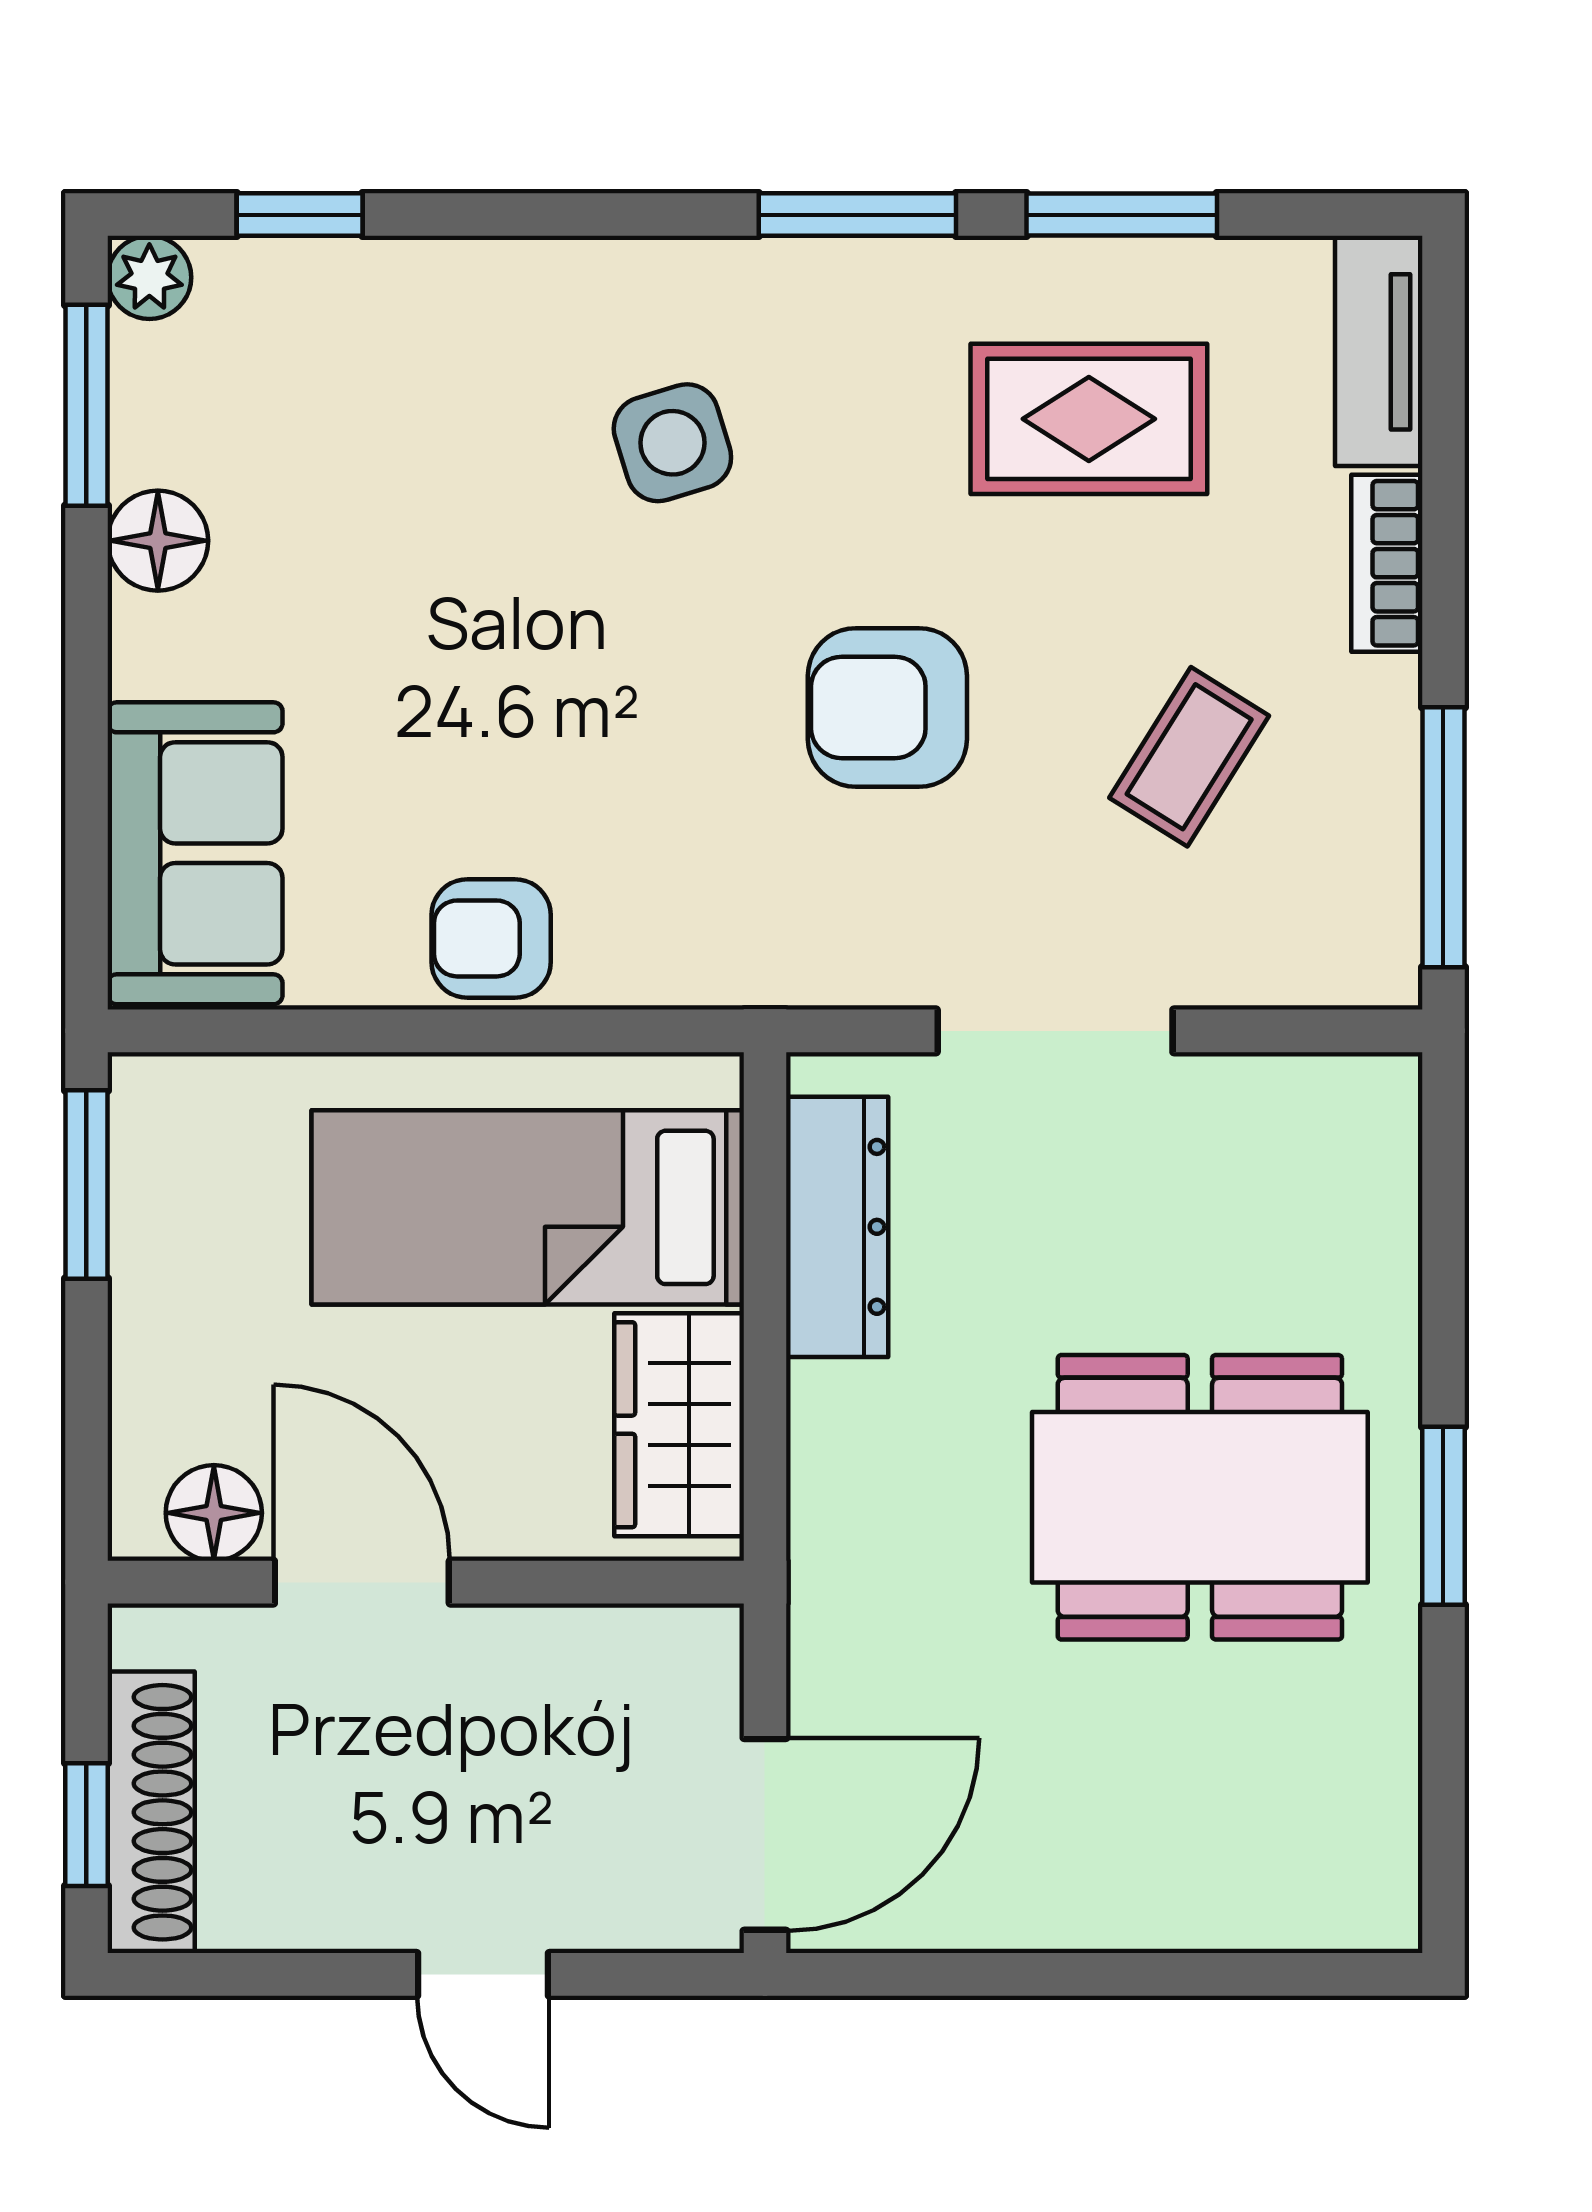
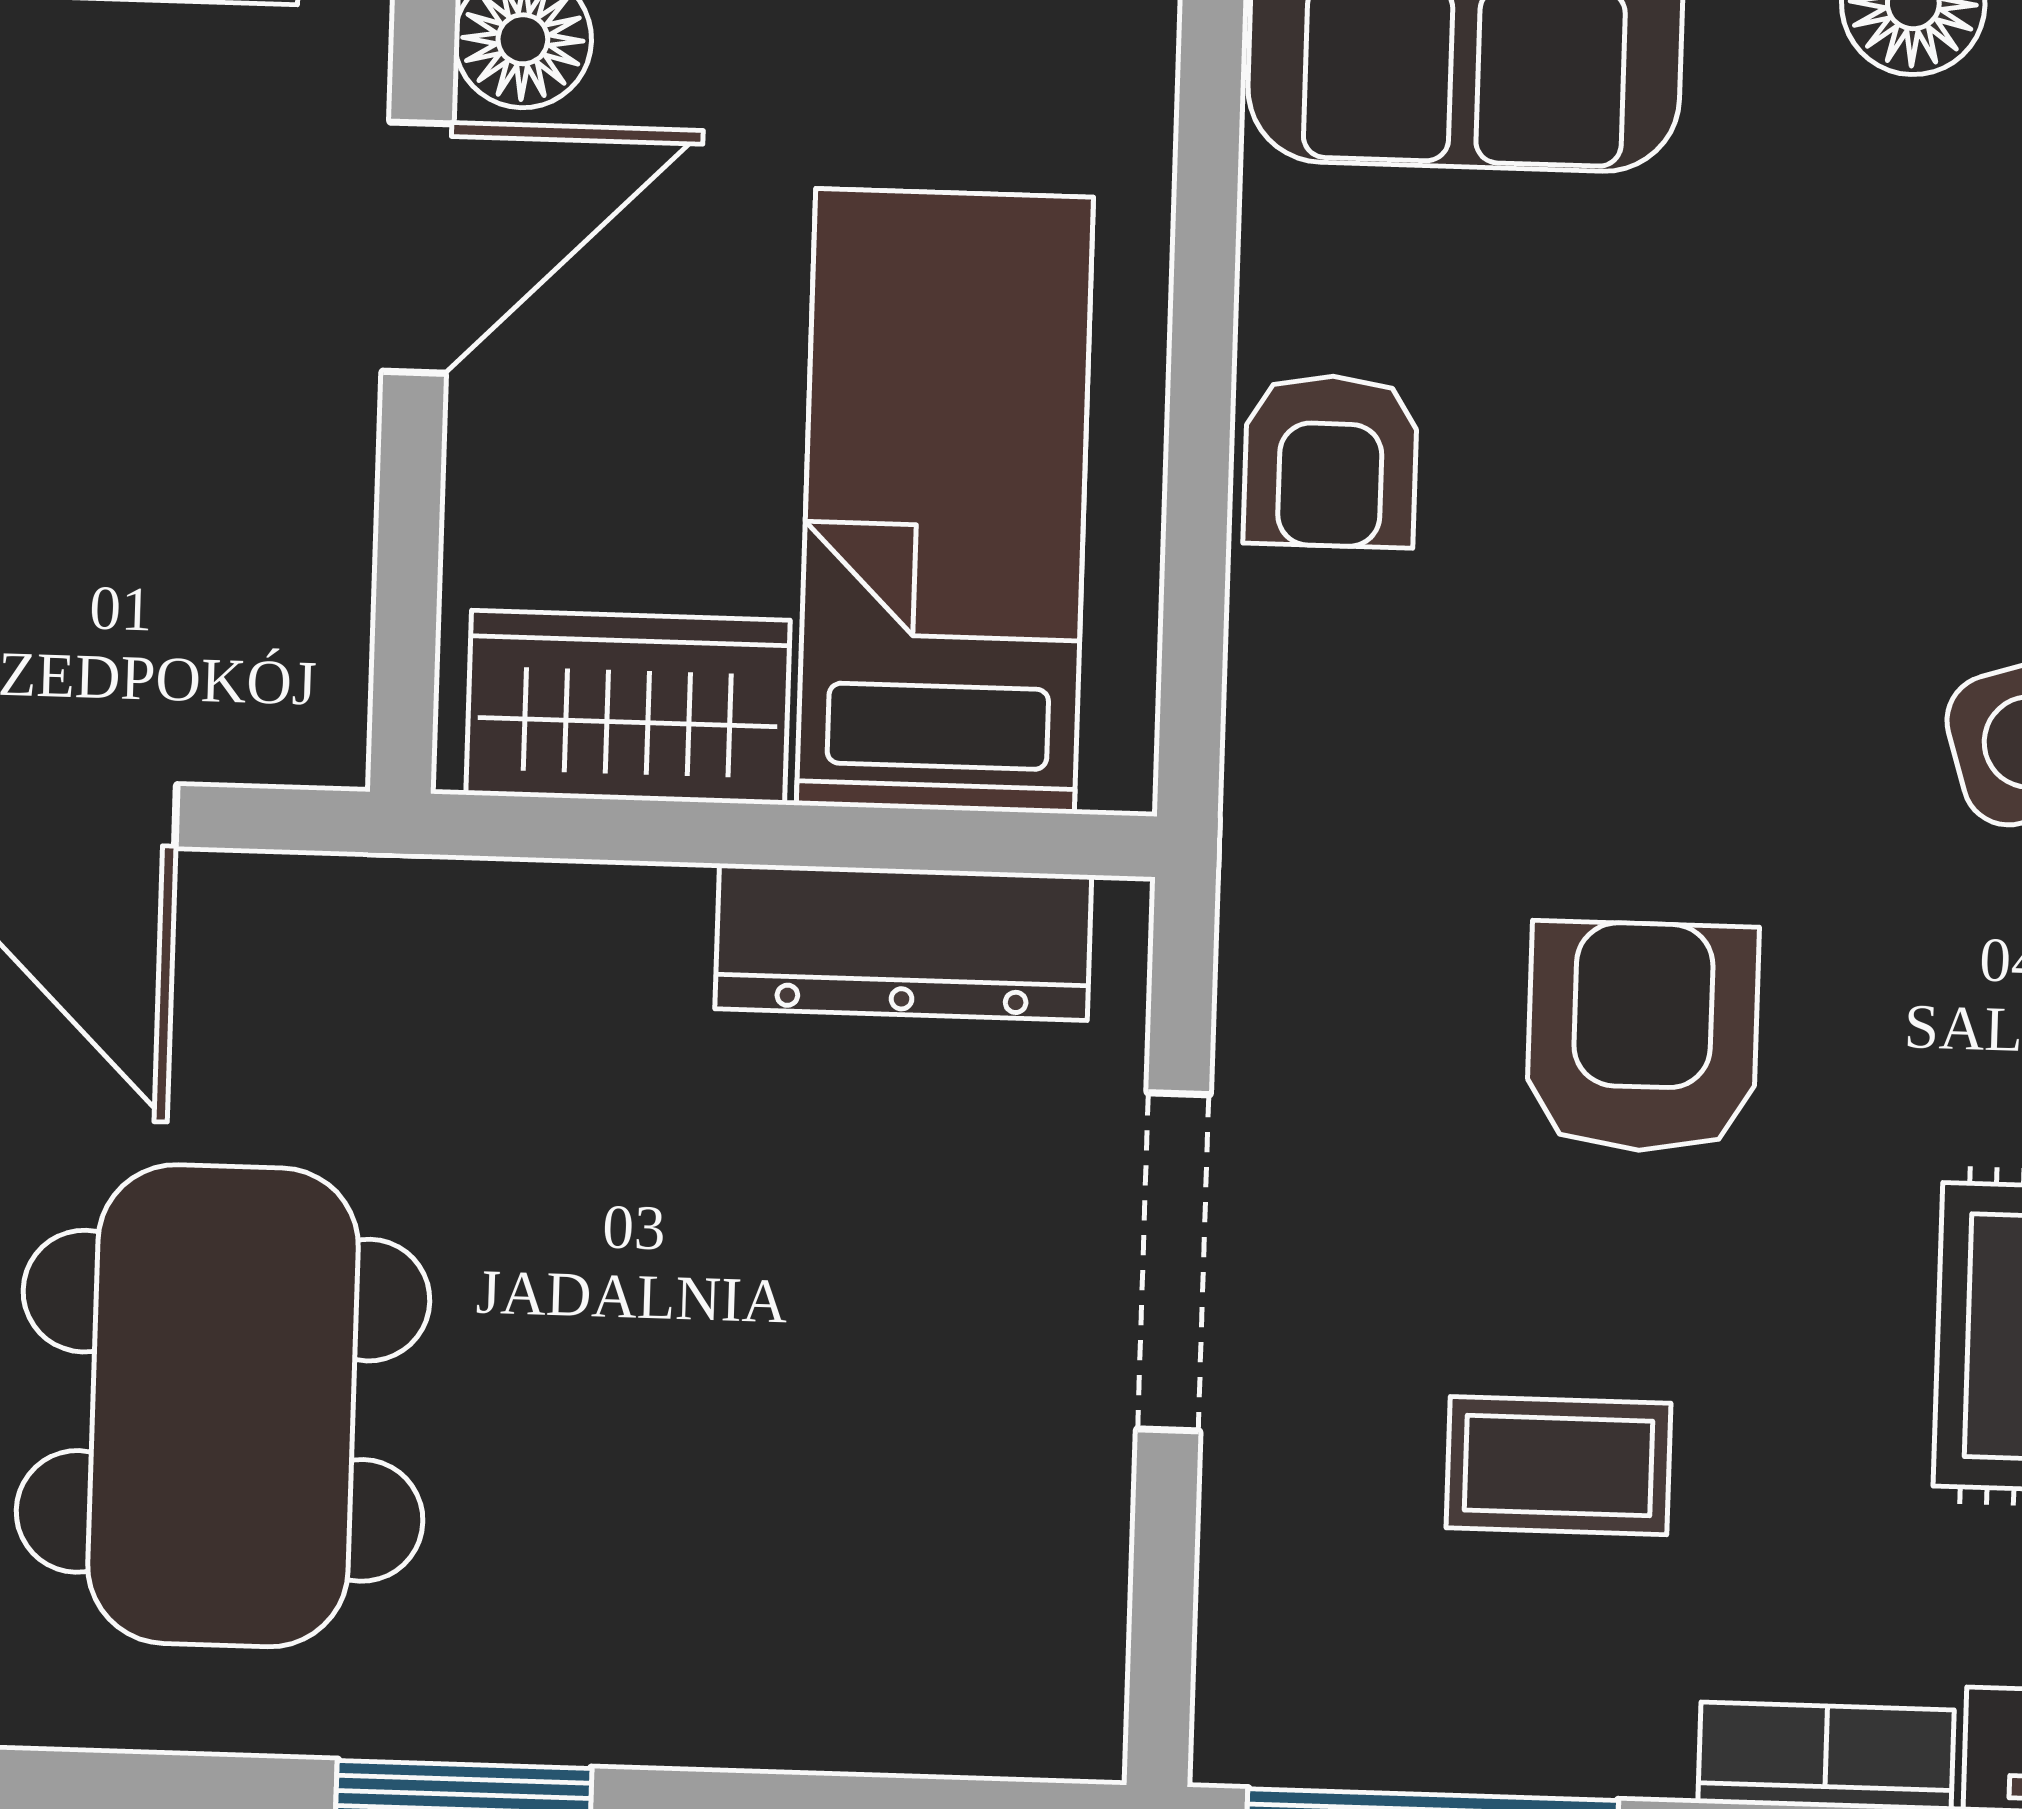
coffee table: (1189, 757) -> (1559, 1466), turned -32
armchair: (491, 938) -> (1330, 461), turned 180
dining table: (1200, 1497) -> (223, 1406), moved

